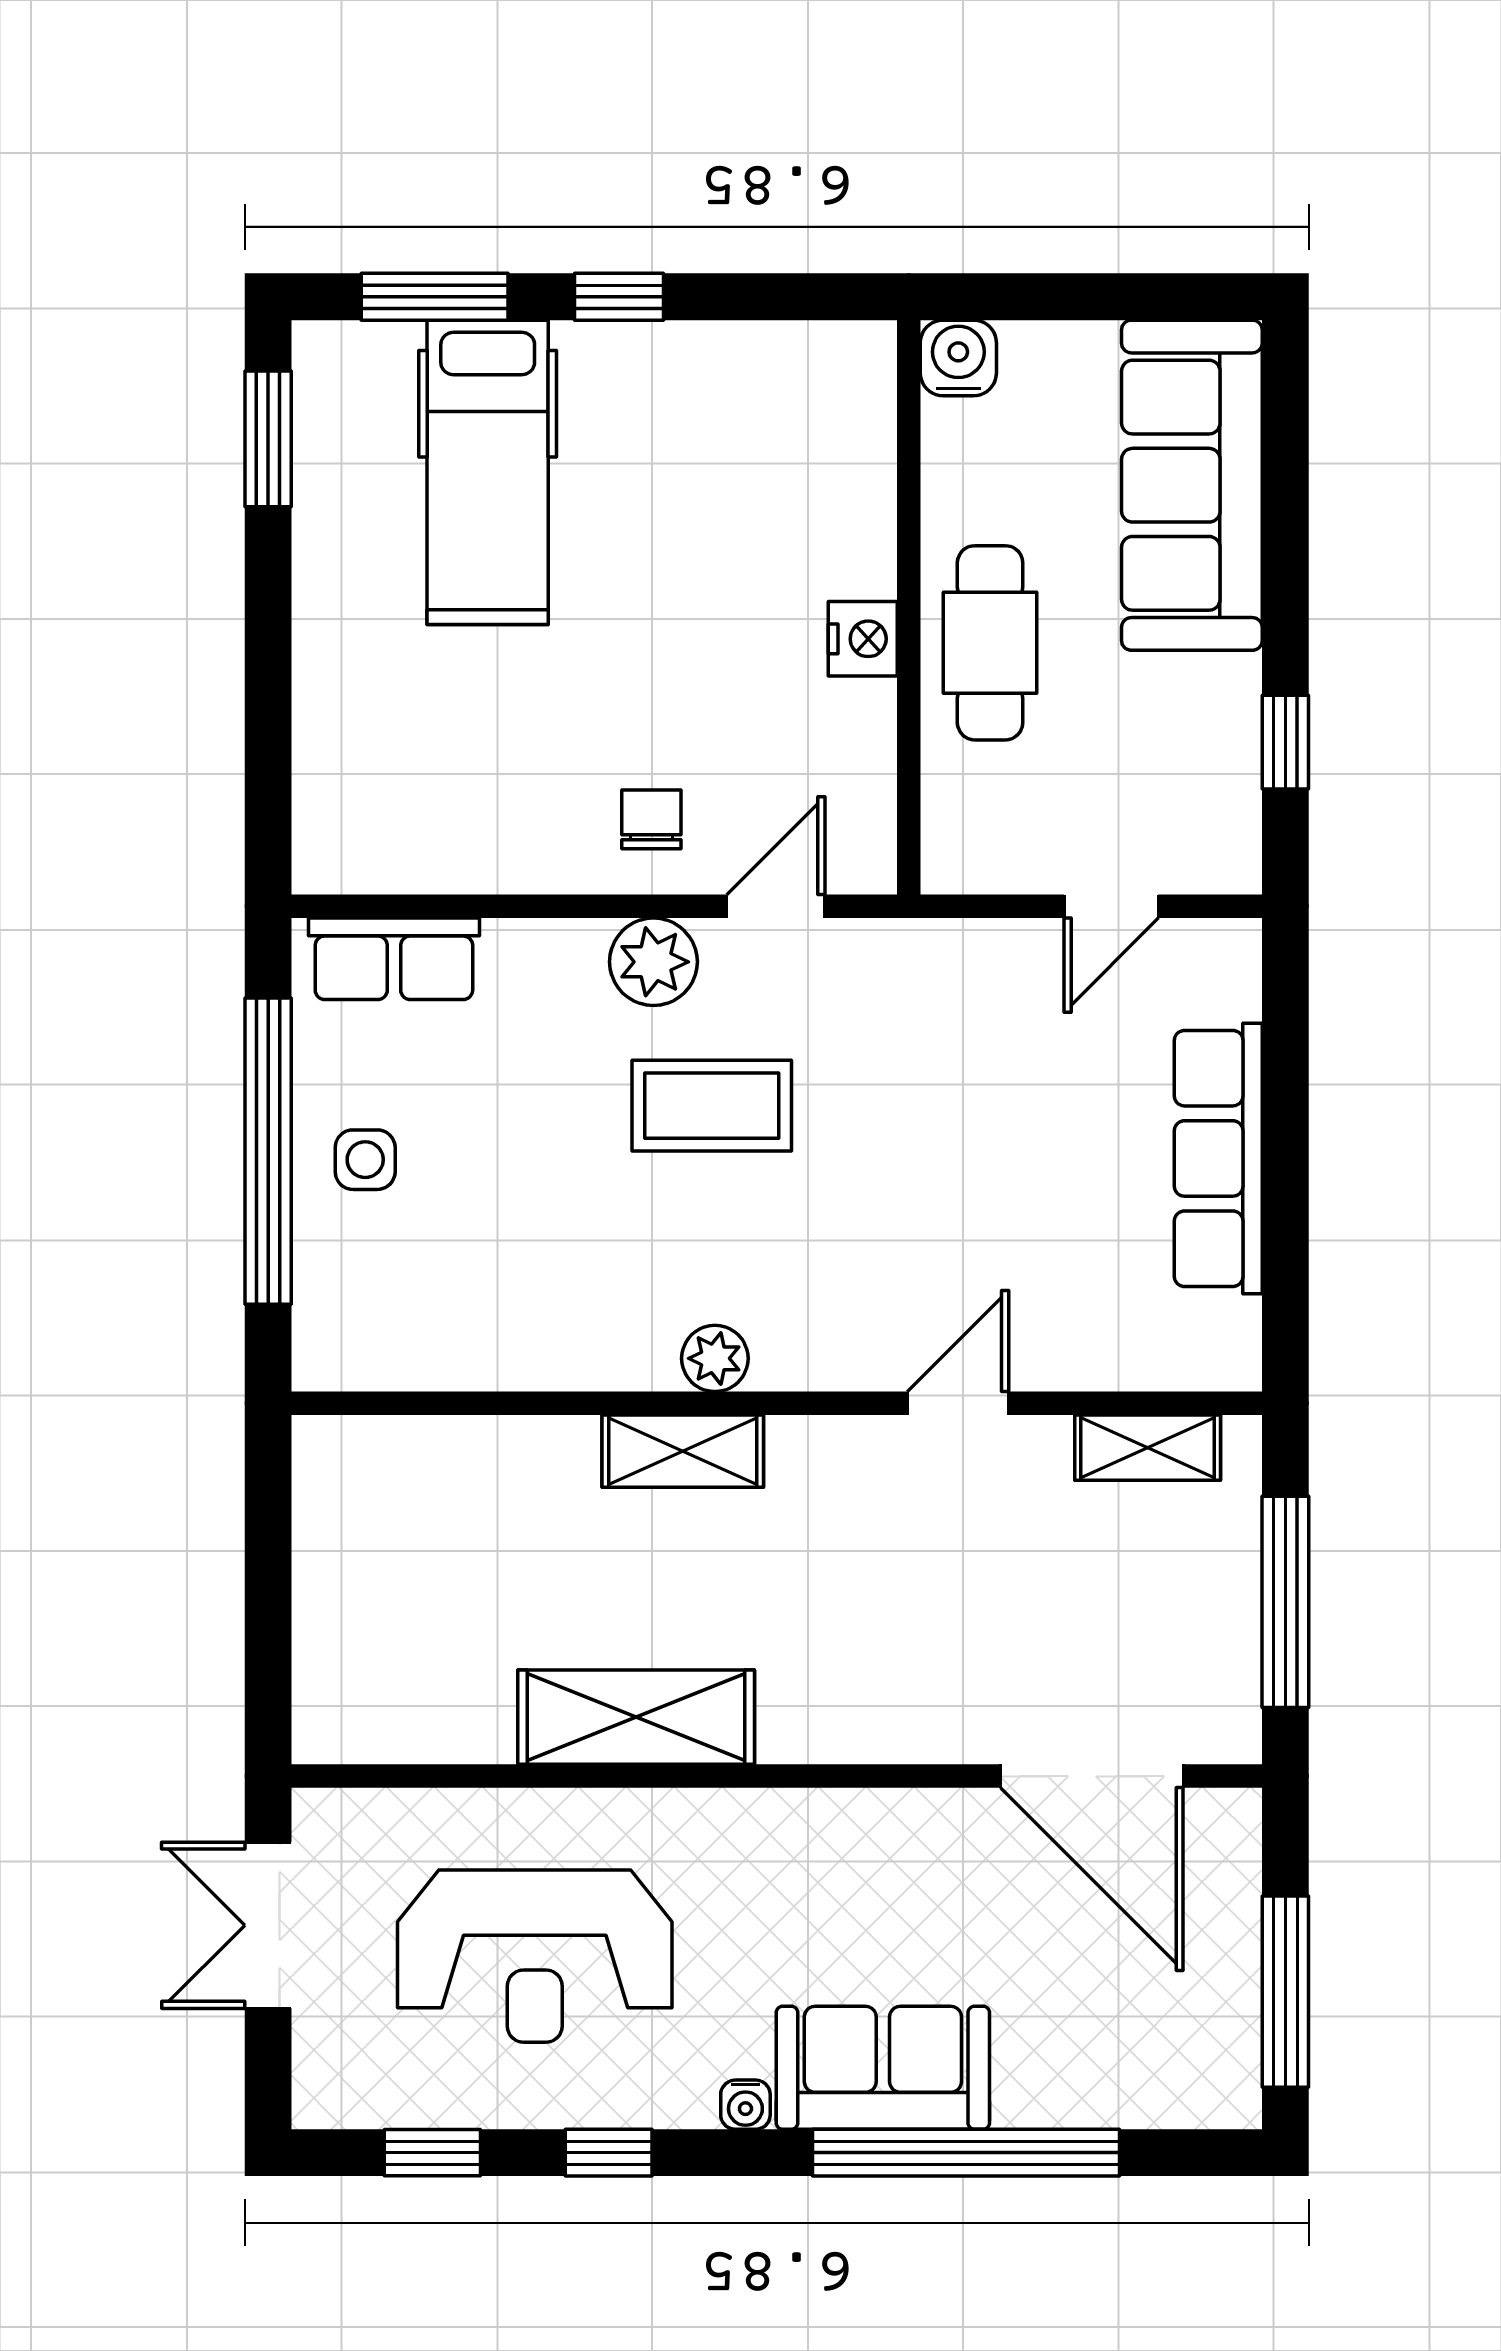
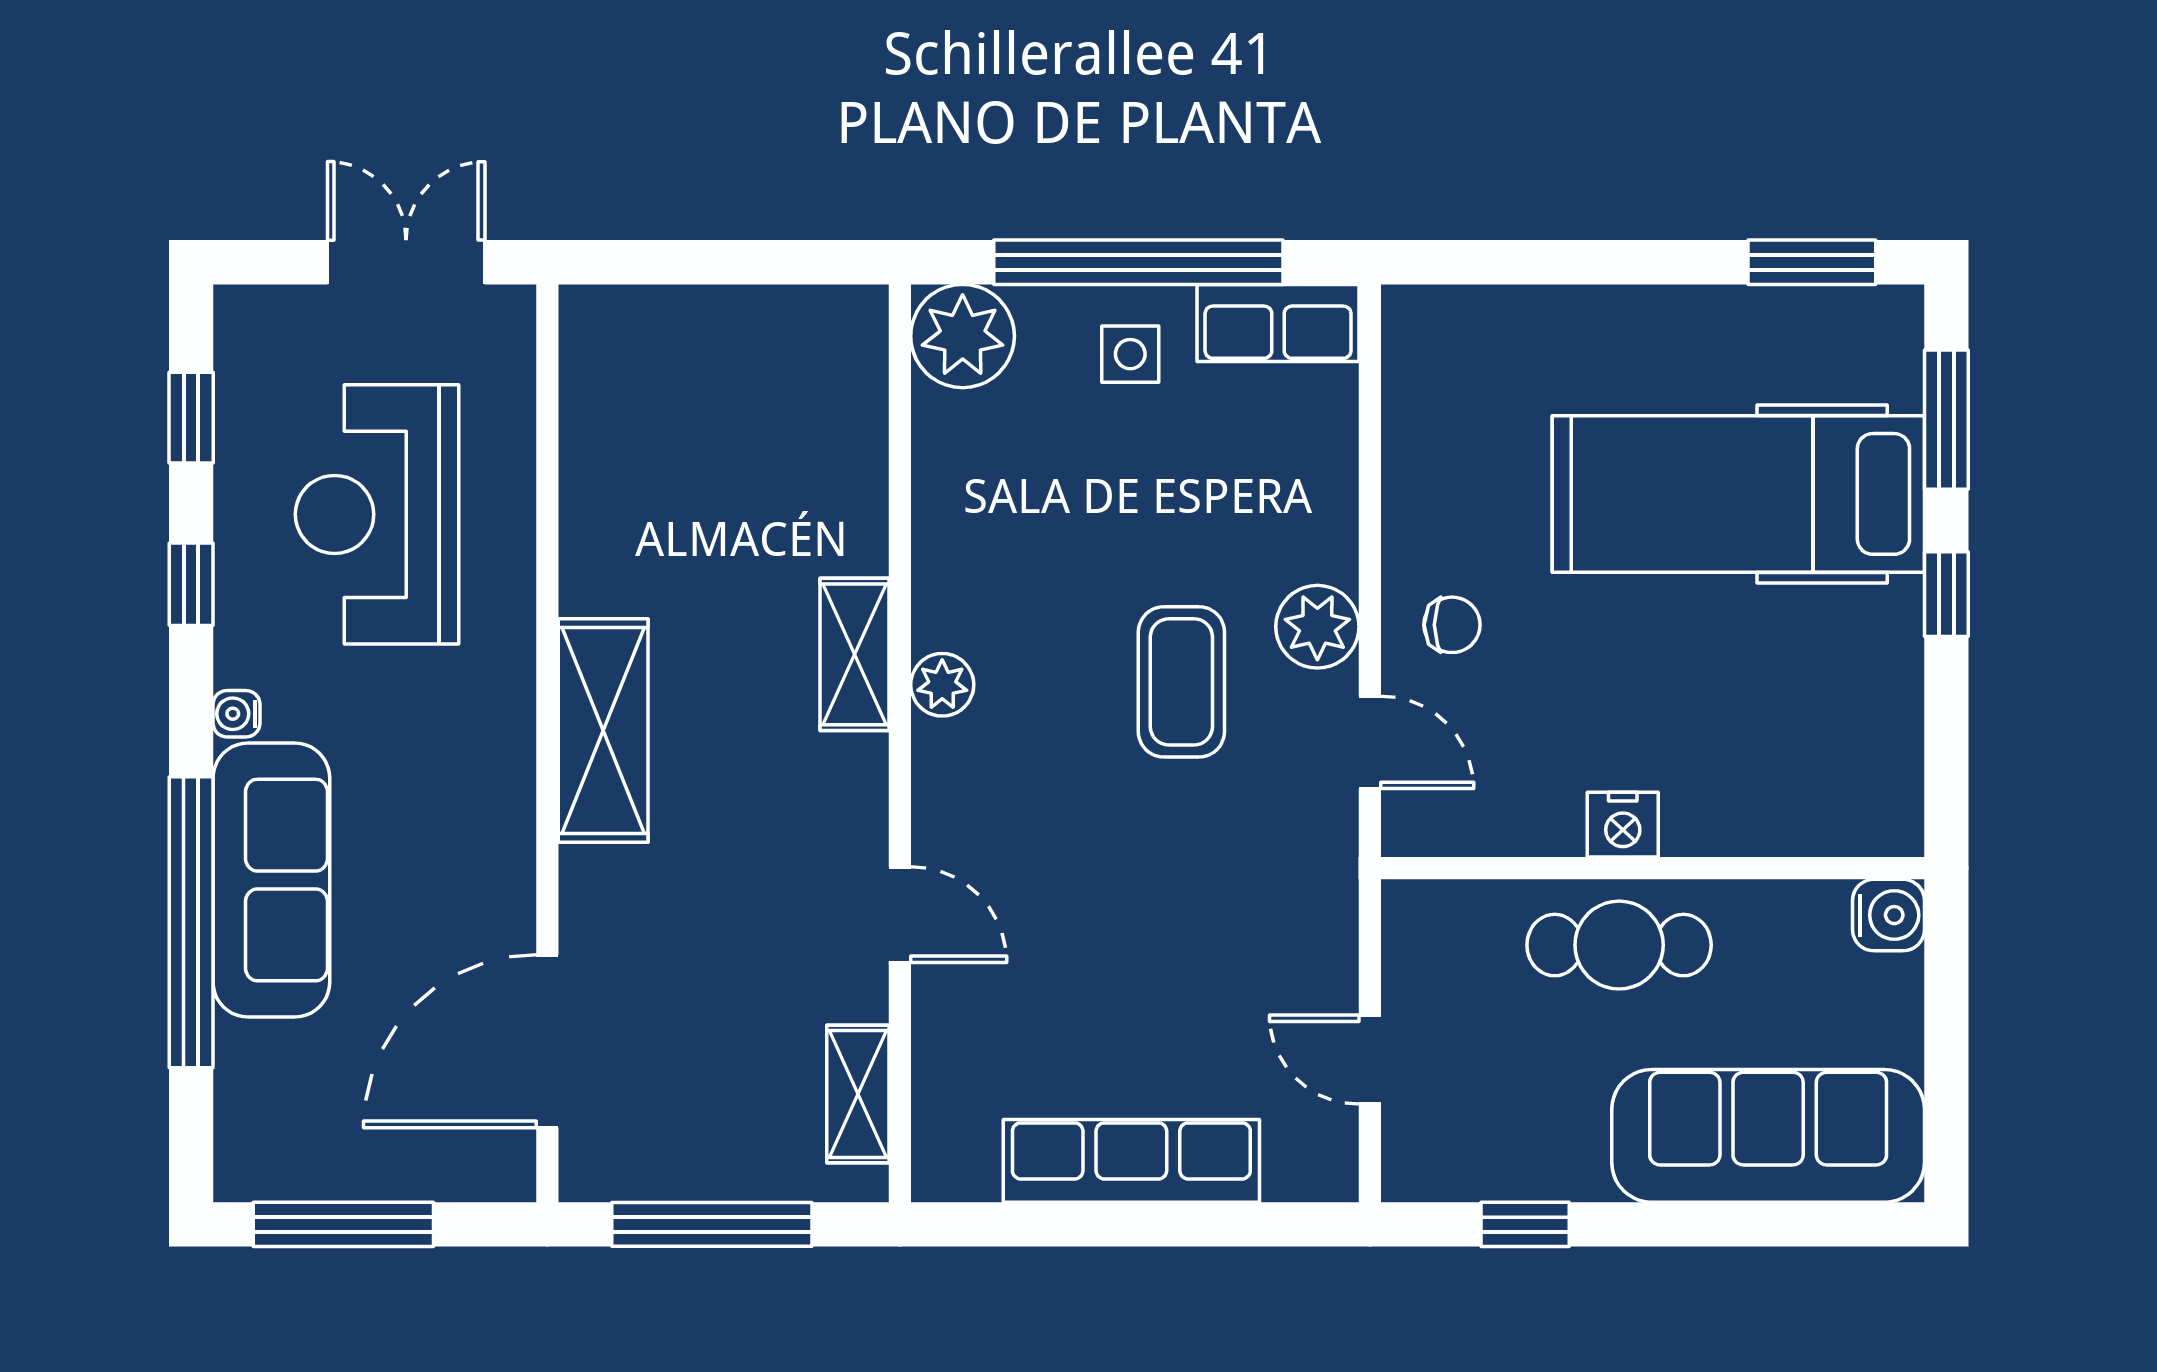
hospital bed: (488, 472) -> (1738, 494), width x1.37, depth x1.29
row of seats: (394, 959) -> (1278, 323), moved, turned -90
plant: (346, 1337) -> (963, 336), added
shelving: (636, 1717) -> (603, 731), moved
sofa: (883, 2068) -> (271, 880), width x1.36

